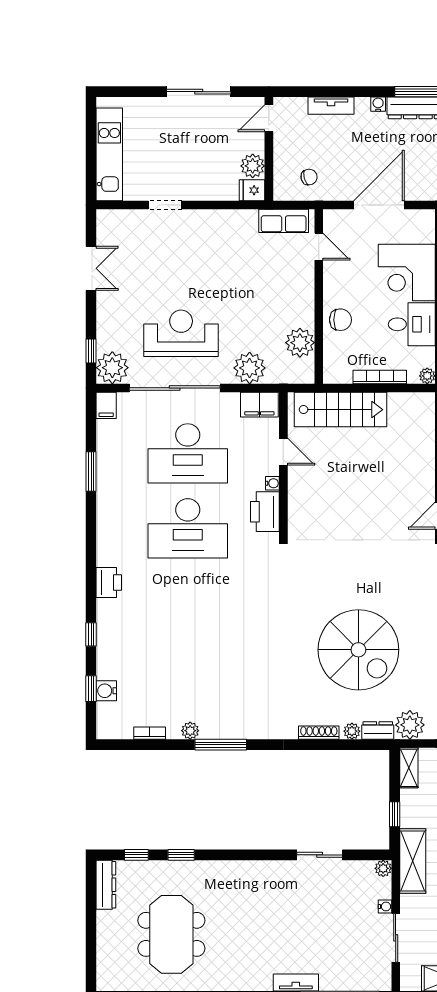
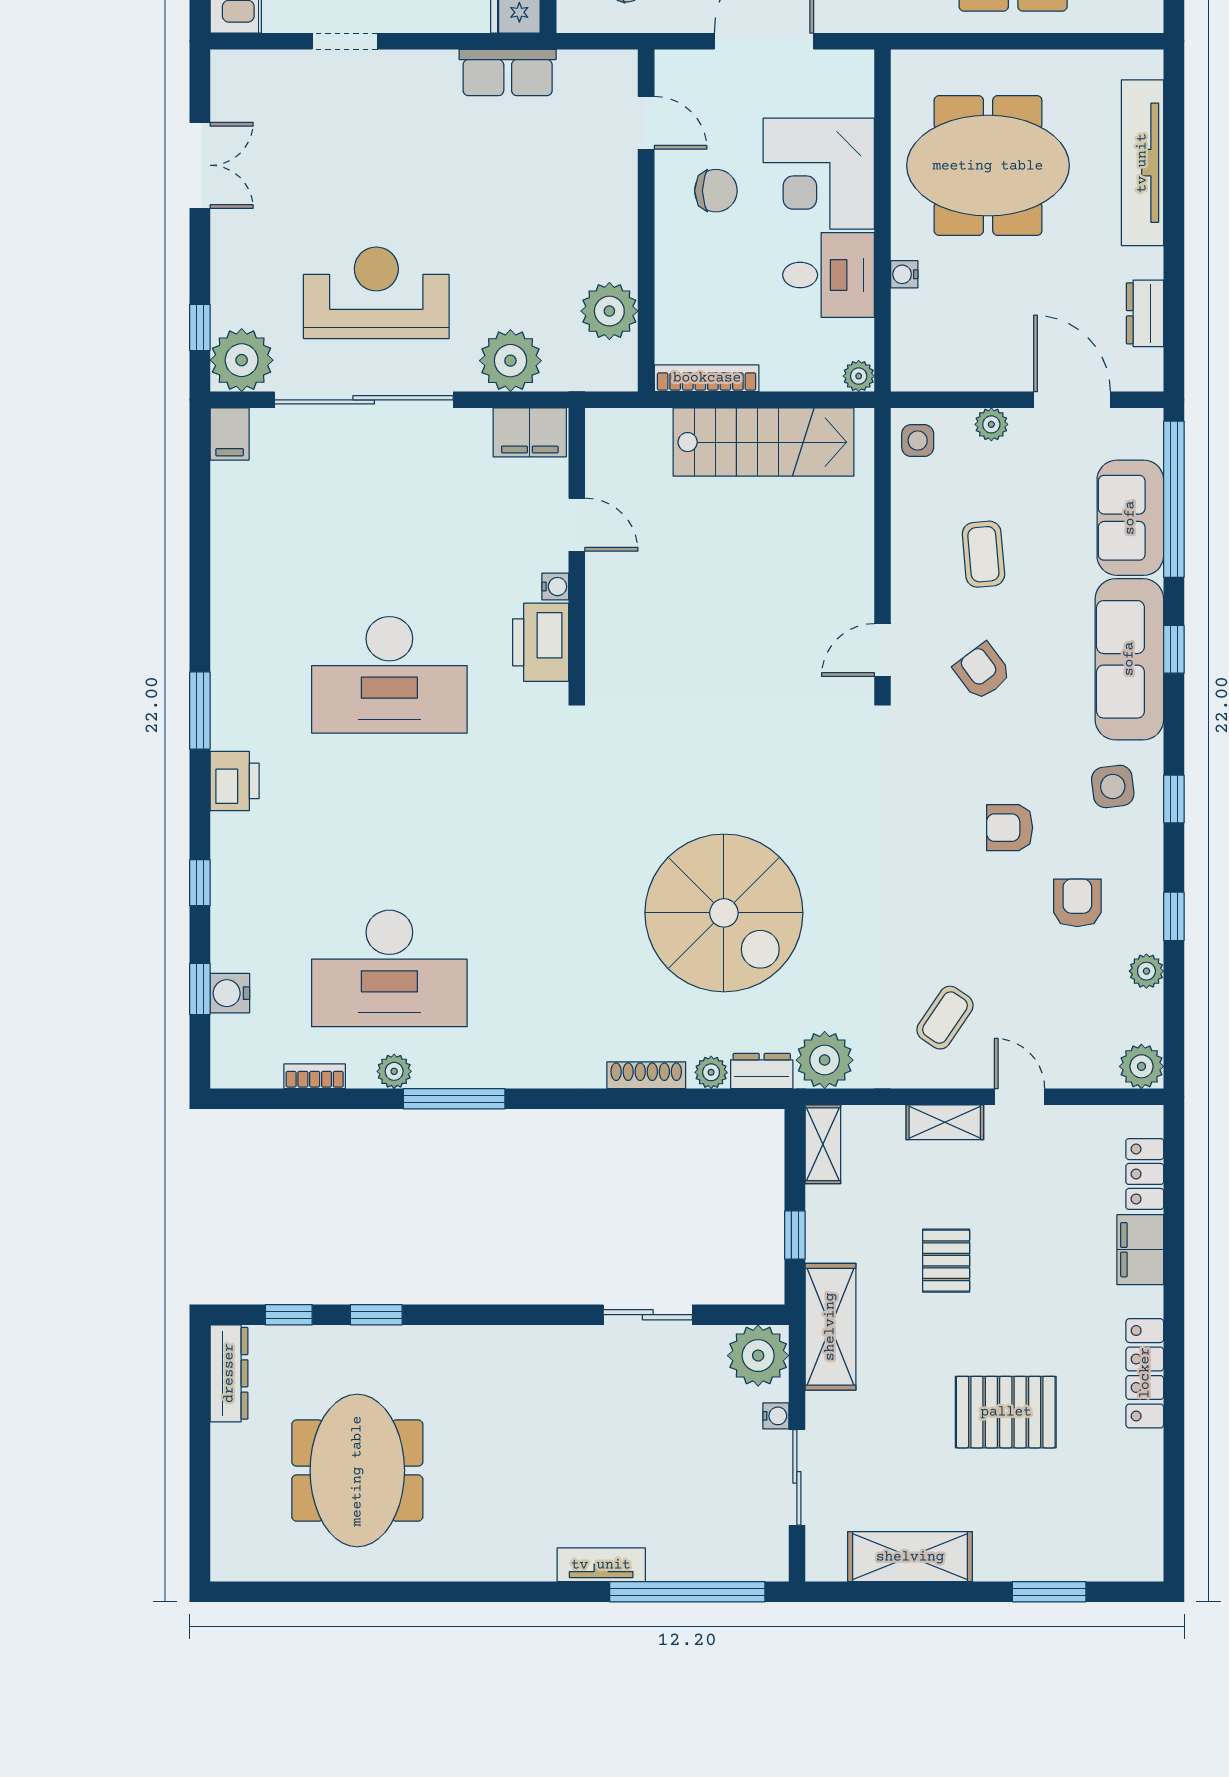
row of seats: (284, 221) -> (508, 72), moved
chair: (340, 320) -> (716, 191), moved
bookcase: (380, 377) -> (707, 378), moved
stairs: (340, 410) -> (764, 442), moved
desk: (188, 453) -> (389, 968), moved
window: (91, 471) -> (200, 710), moved
plant: (383, 868) -> (758, 1356), width x1.88, depth x1.88

